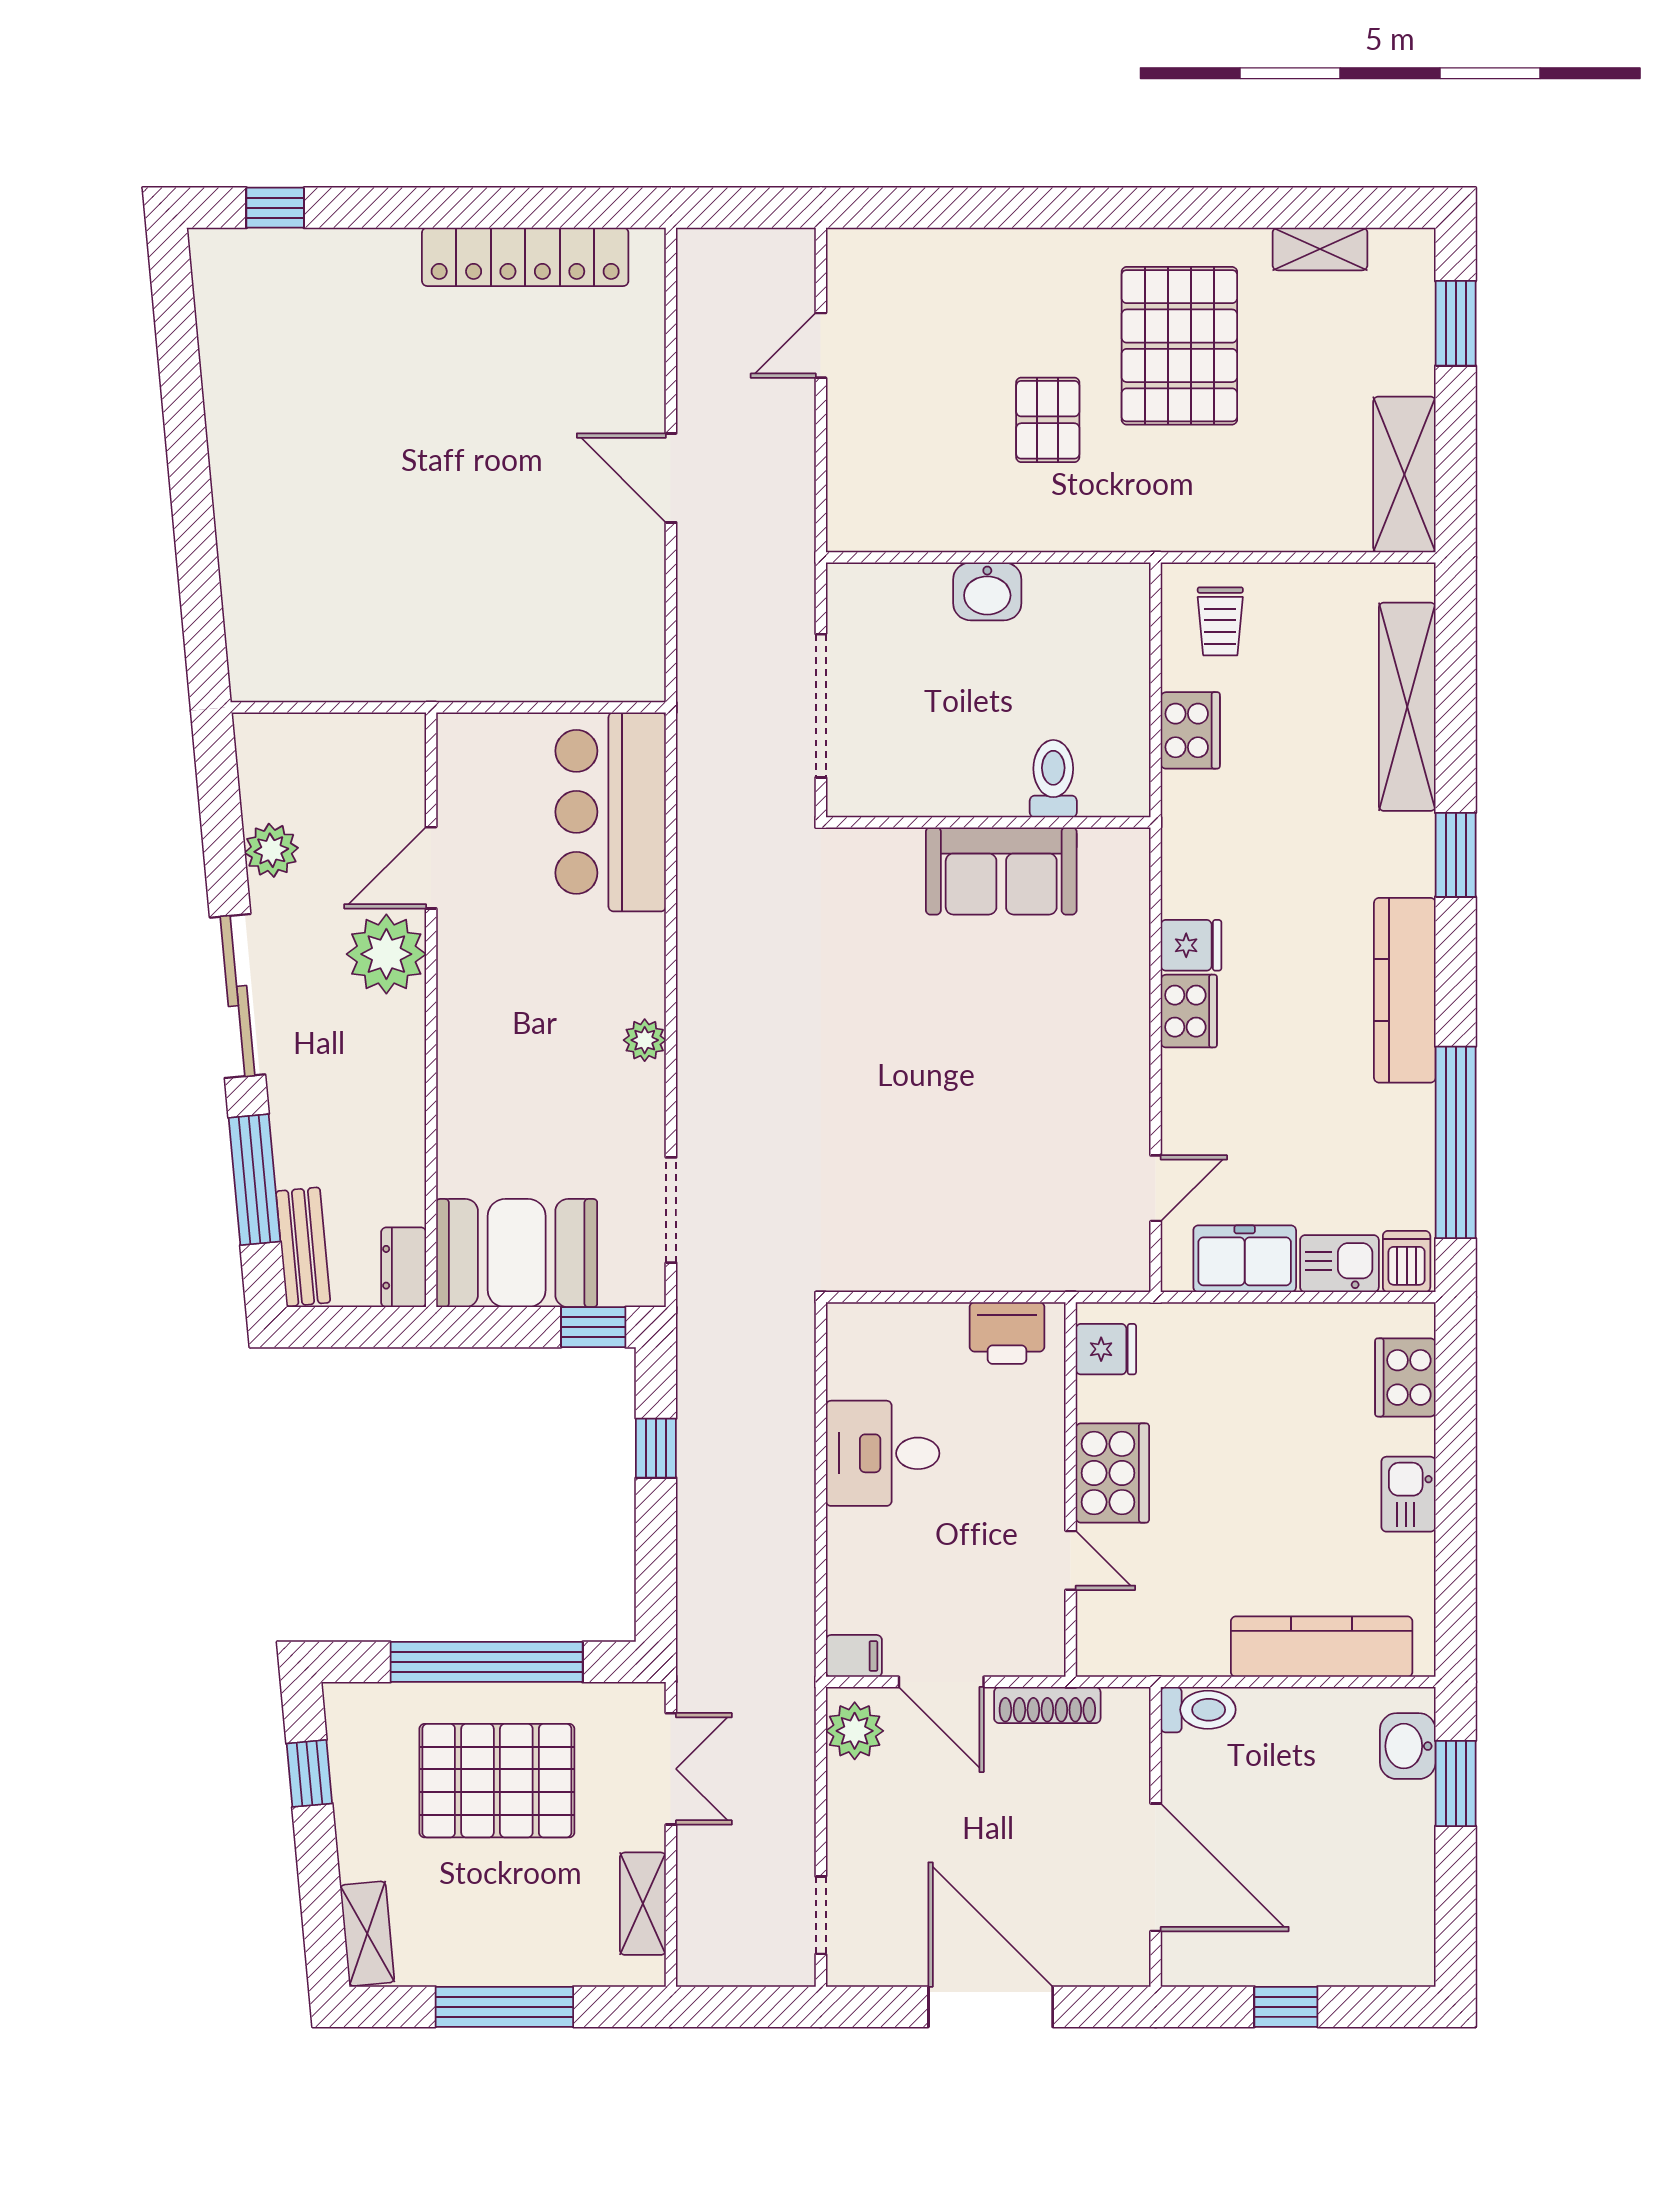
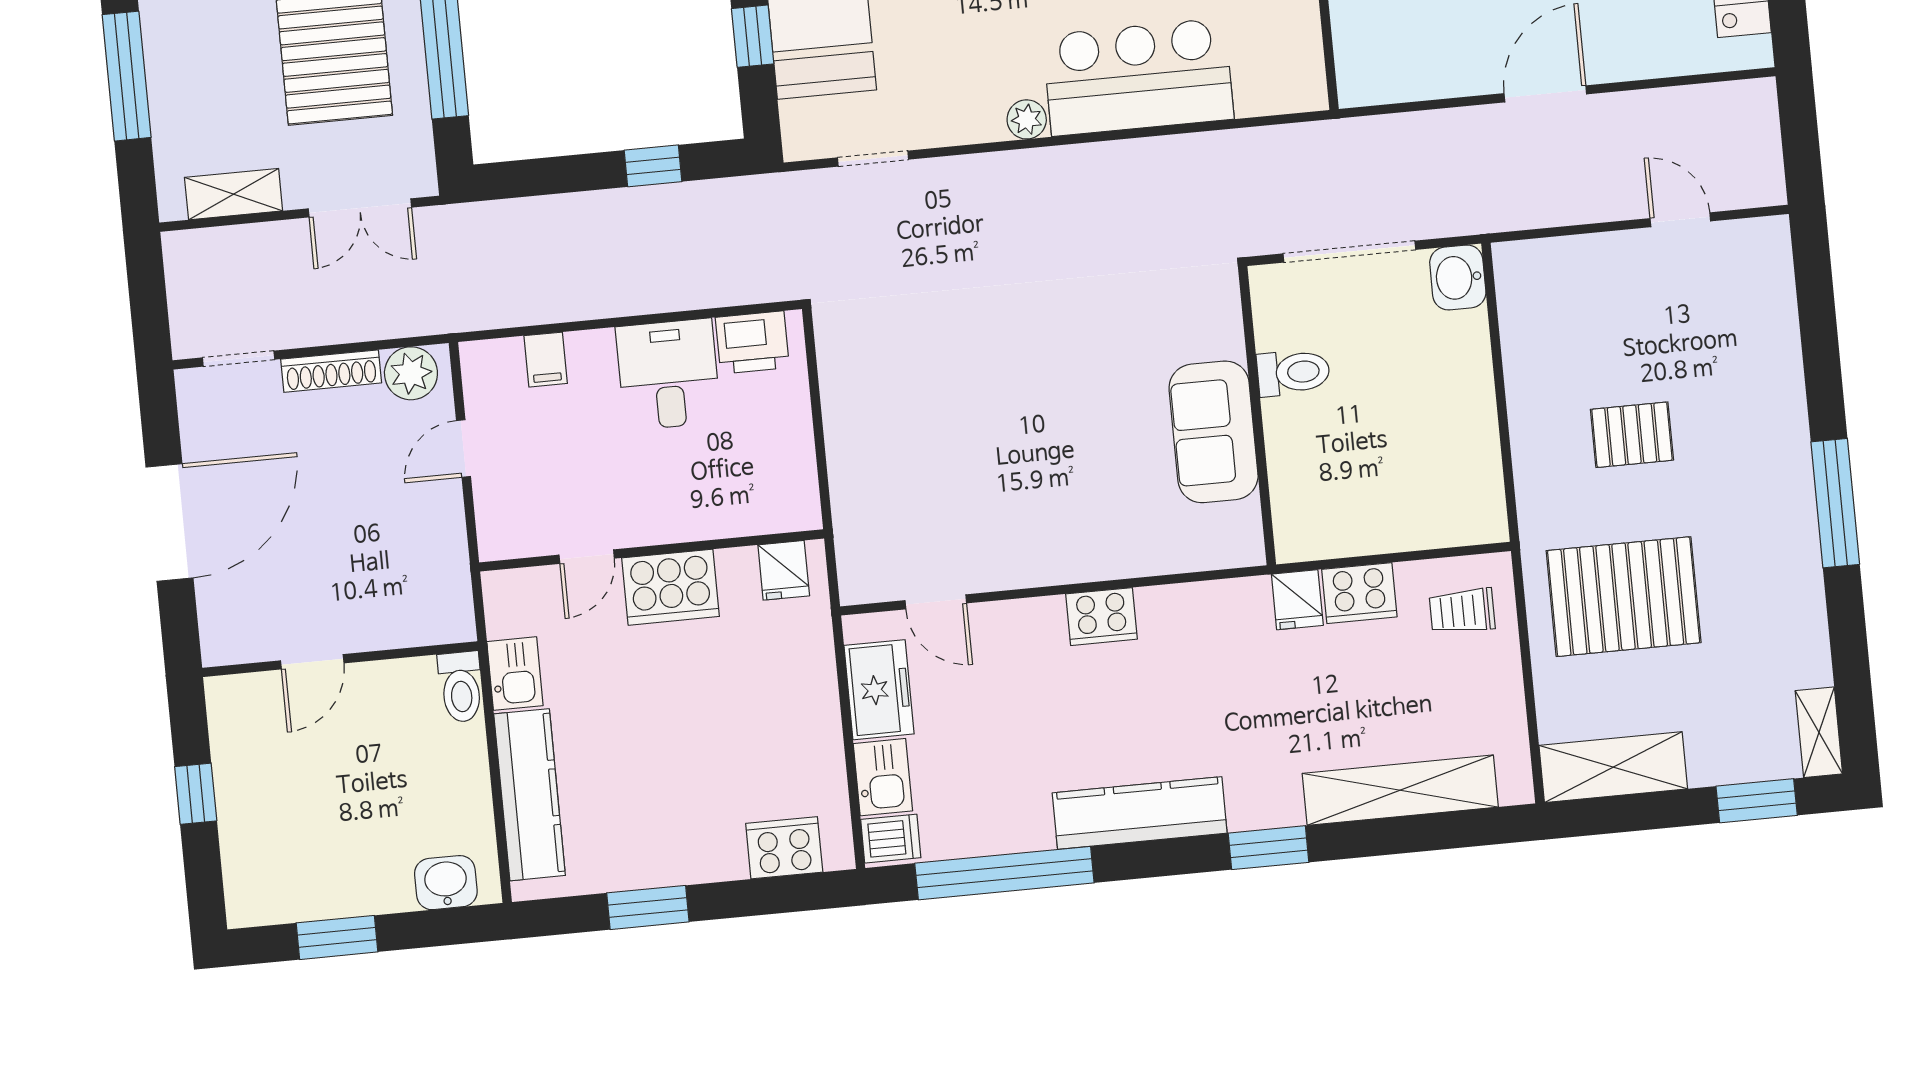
window: (1143, 208) -> (1835, 503), added
shelving: (1320, 249) -> (1819, 732), moved
pallet: (1179, 346) -> (1624, 597), moved
washbasin: (987, 591) -> (1458, 277), moved
toilet: (1053, 779) -> (1293, 372), moved
bar counter: (611, 812) -> (1138, 77), moved
fridge: (1191, 945) -> (1297, 600), moved
doorway: (671, 1210) -> (873, 159), width x0.73
window: (593, 1327) -> (753, 36), moved
printer: (1007, 1333) -> (752, 342), moved, turned -90
kitchen sink: (1408, 1494) -> (515, 674), moved, turned 90
window: (1456, 1531) -> (648, 907), added
filing cabinet: (854, 1656) -> (546, 360), moved
door: (941, 1682) -> (464, 449), width x0.73
shoe rack: (1047, 1705) -> (331, 371), moved, turned -90
window: (1456, 1783) -> (337, 937), moved
door: (1156, 1867) -> (312, 662), width x0.53

